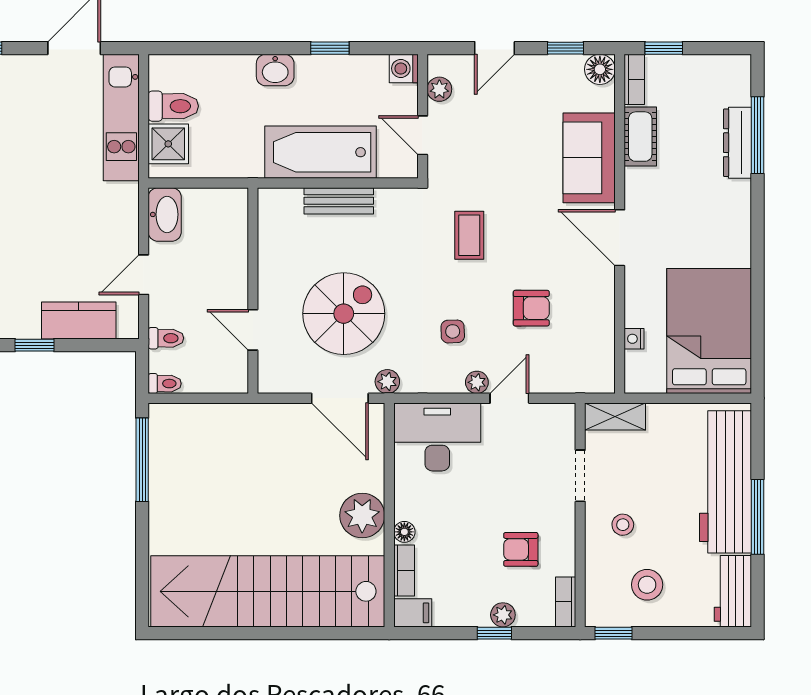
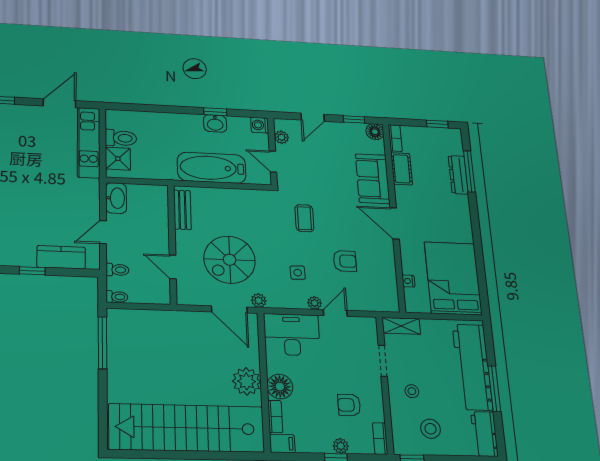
window: (664, 48) -> (437, 124), moved
washbasin: (275, 70) -> (215, 123), moved
bench: (339, 201) -> (182, 210), moved, turned 90
spiral stairs: (344, 314) -> (230, 260), turned 180
floor lamp: (404, 532) -> (280, 387), width x1.89, depth x1.89

